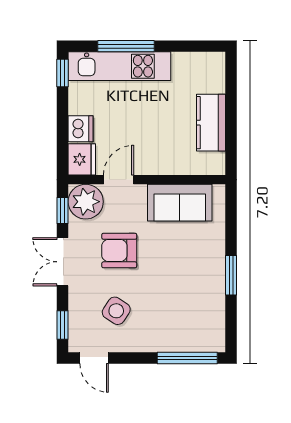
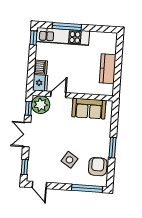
armchair: (119, 251) -> (98, 167), moved, turned 90
side table: (116, 311) -> (69, 160), moved

